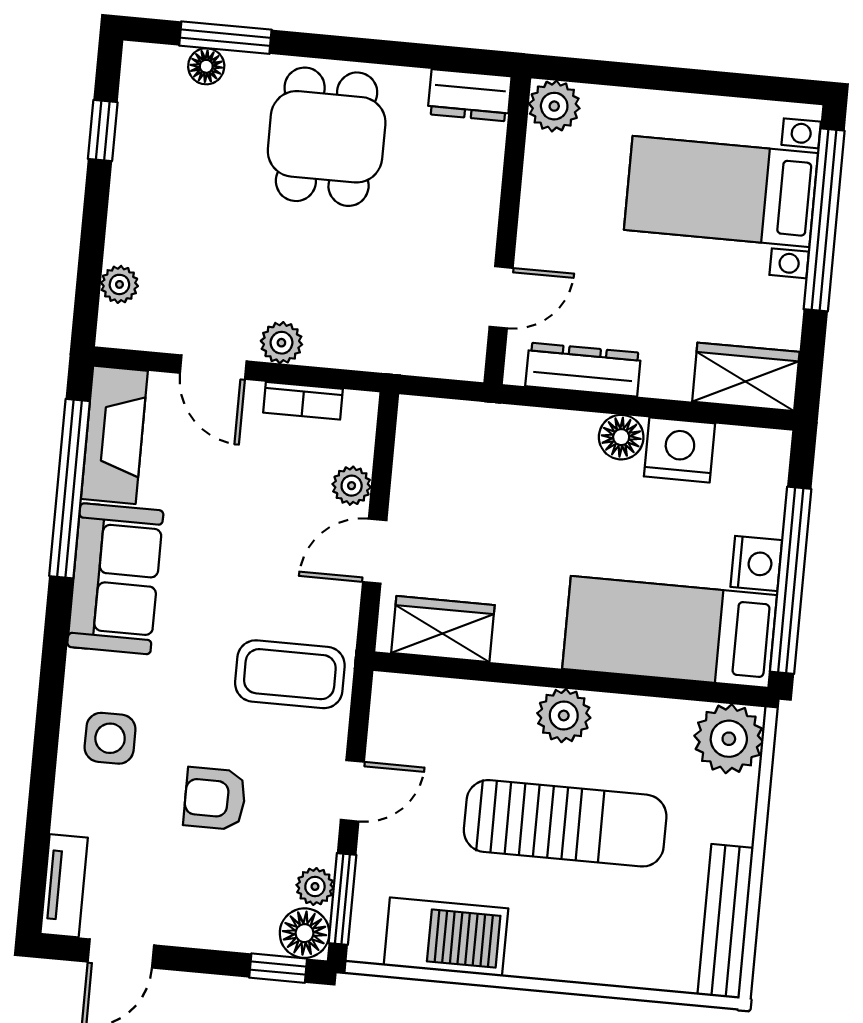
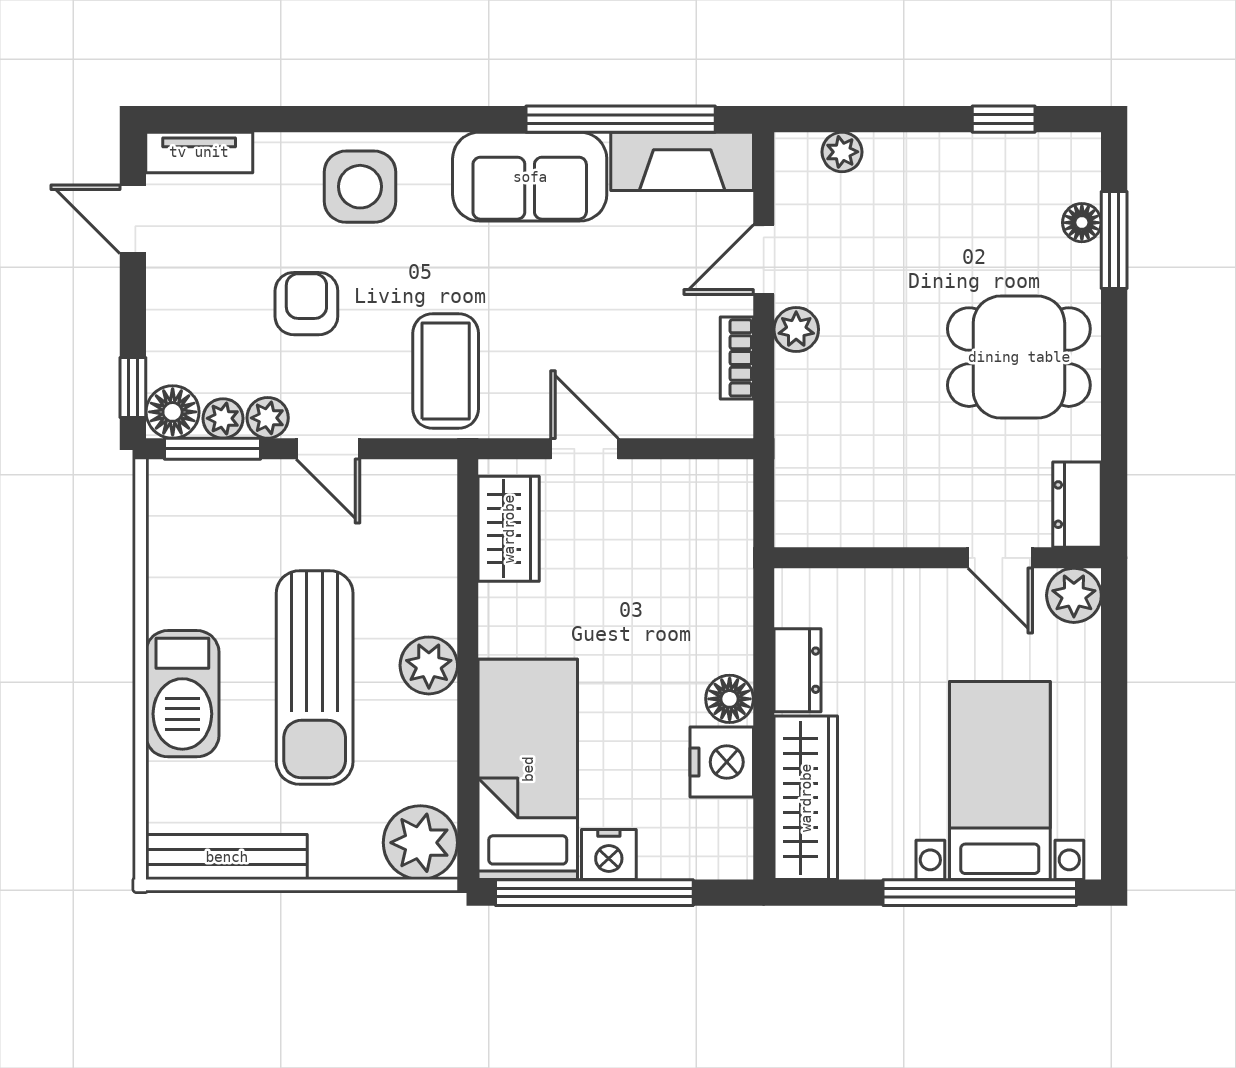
door: (501, 297) -> (1000, 558), moved
dresser: (583, 370) -> (797, 670), width x0.70
wardrobe: (746, 377) -> (806, 798), width x1.50
plant: (352, 486) -> (268, 418), moved
side table: (110, 738) -> (360, 187), width x1.37, depth x1.37
barbecue: (446, 937) -> (182, 694), moved

